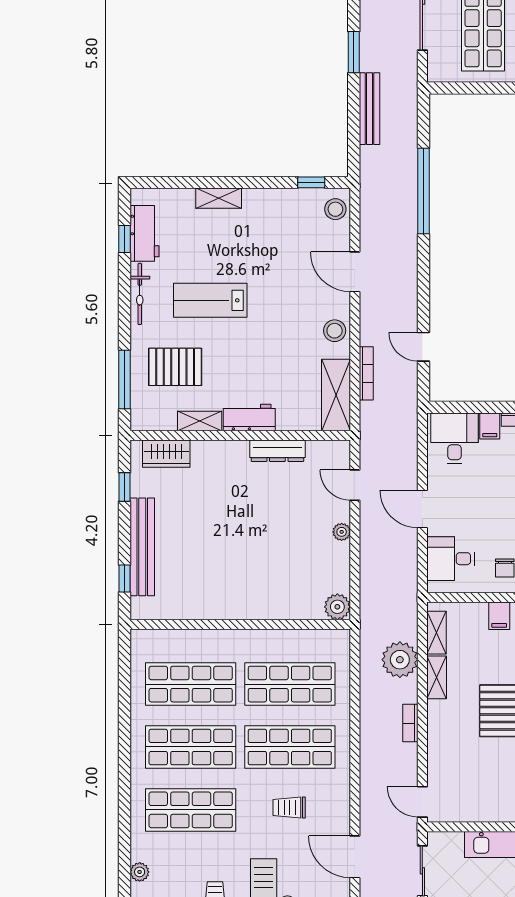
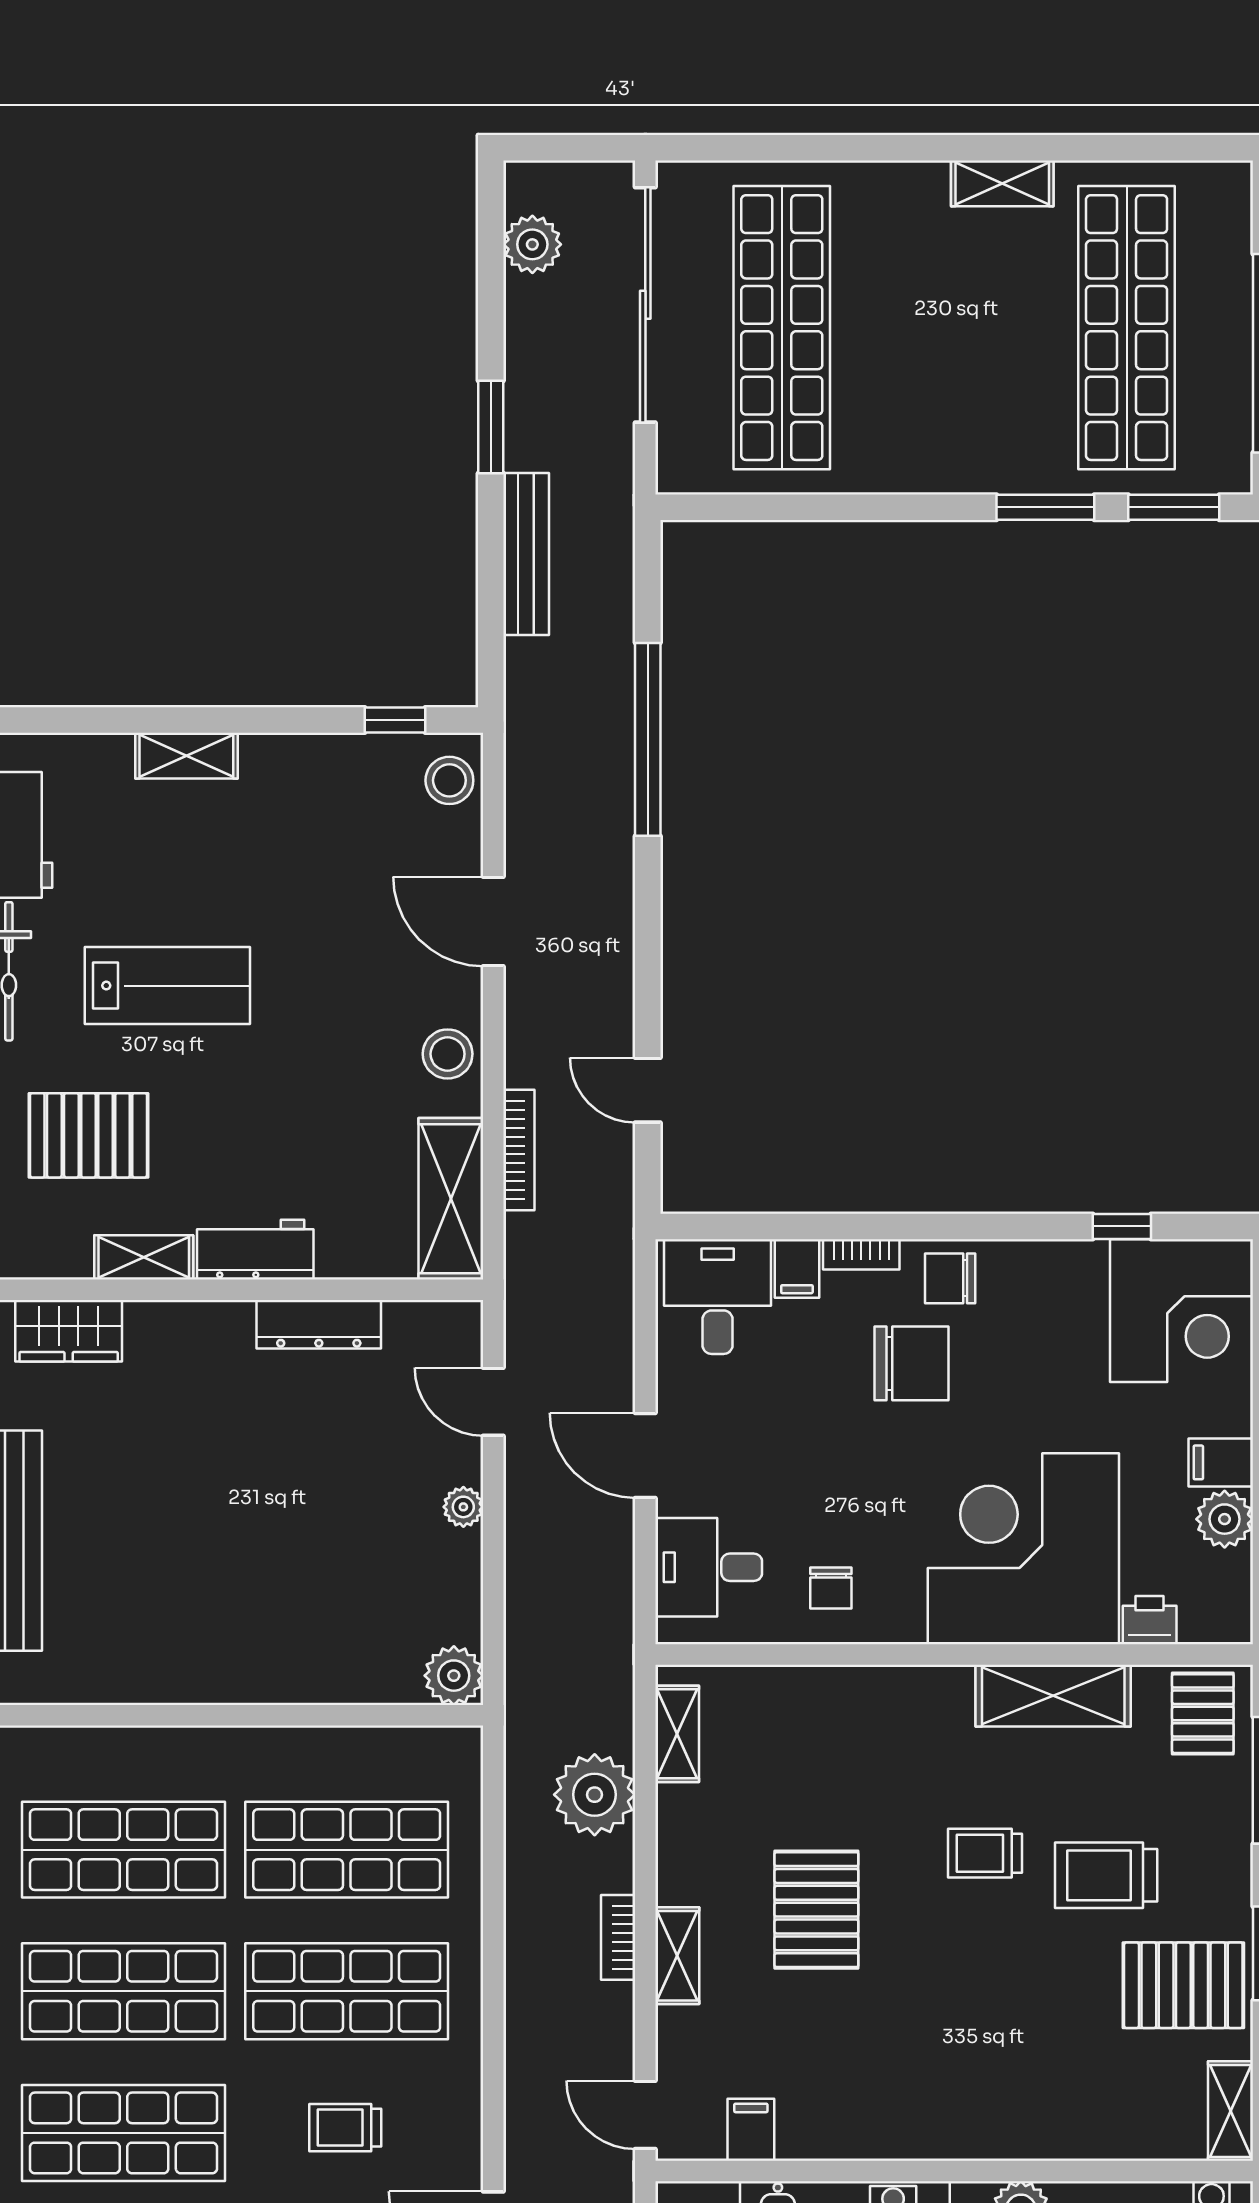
lab bench: (210, 300) -> (167, 986), turned 180
filing cabinet: (499, 616) -> (751, 2130), moved, turned 180
shelving: (437, 677) -> (677, 1956), moved

